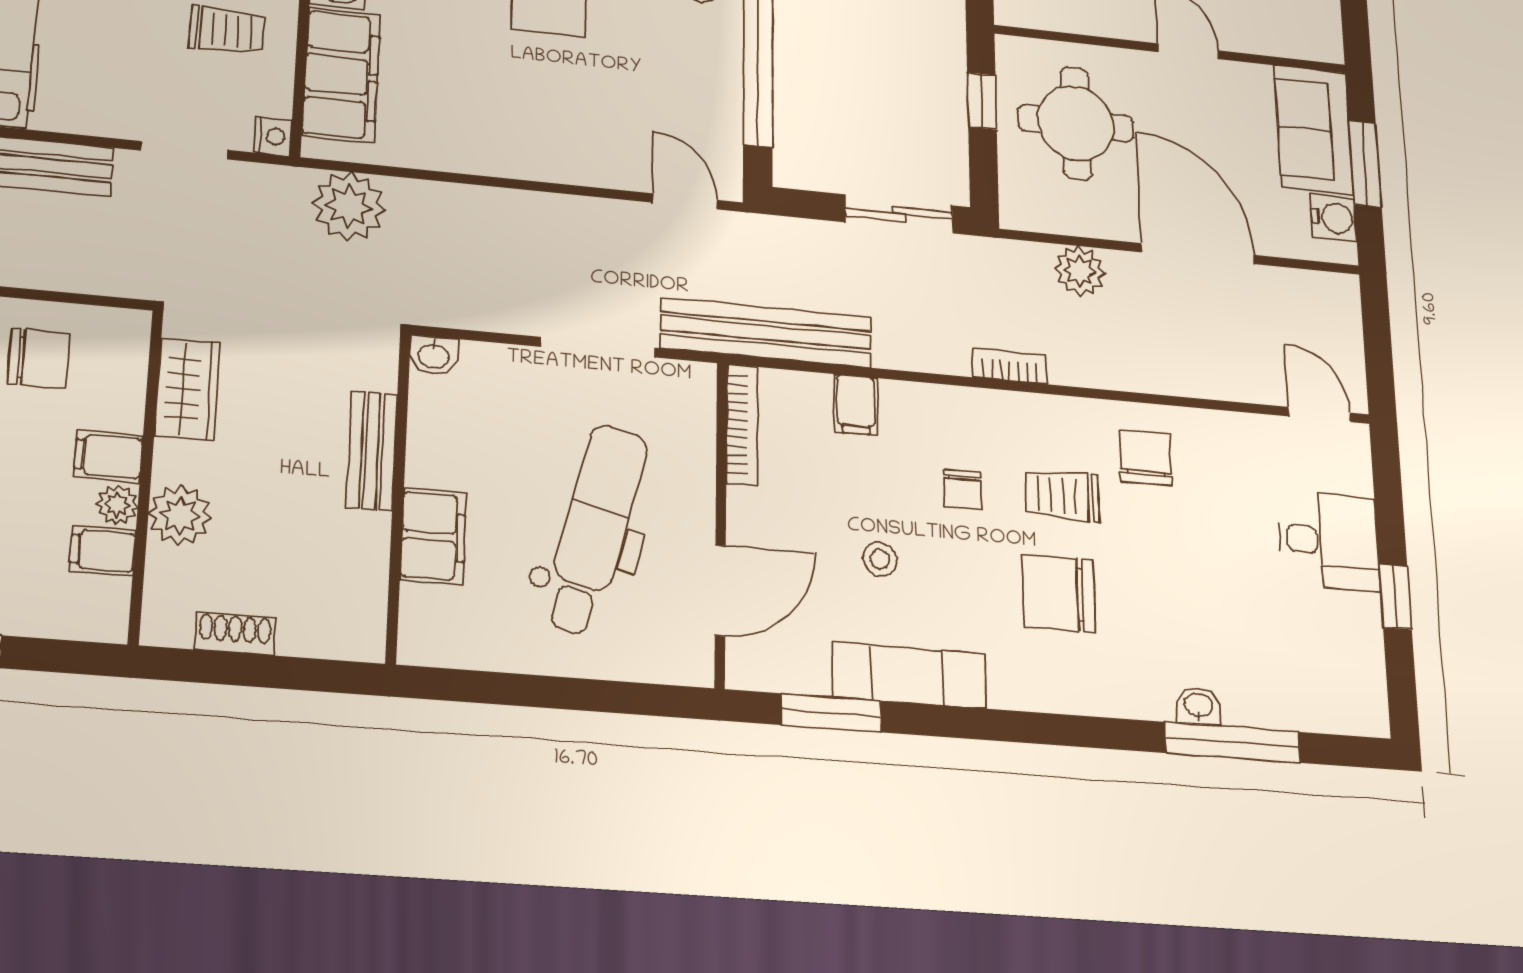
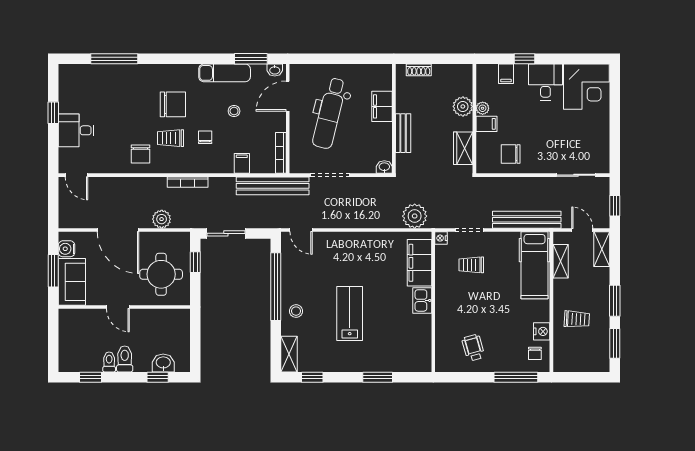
trolley: (227, 30) -> (471, 265), moved
window: (982, 101) -> (195, 262), moved
bookcase: (1010, 366) -> (188, 182), width x1.56
trolley: (1062, 495) -> (171, 138), turned 180
filing cabinet: (103, 551) -> (506, 74), moved, turned 90
shoe rack: (235, 634) -> (419, 70), moved
washbasin: (1198, 706) -> (275, 70), moved

